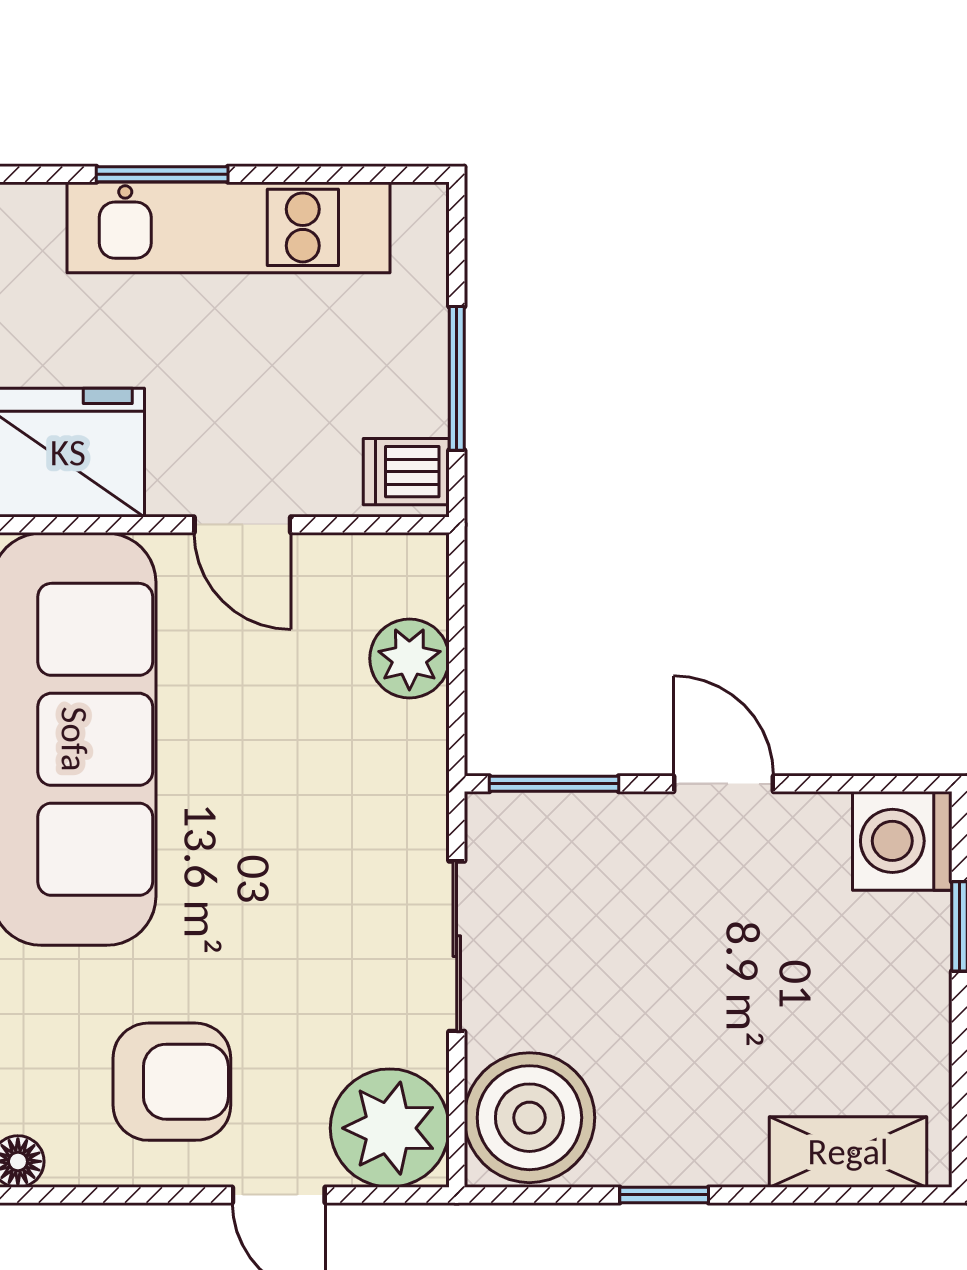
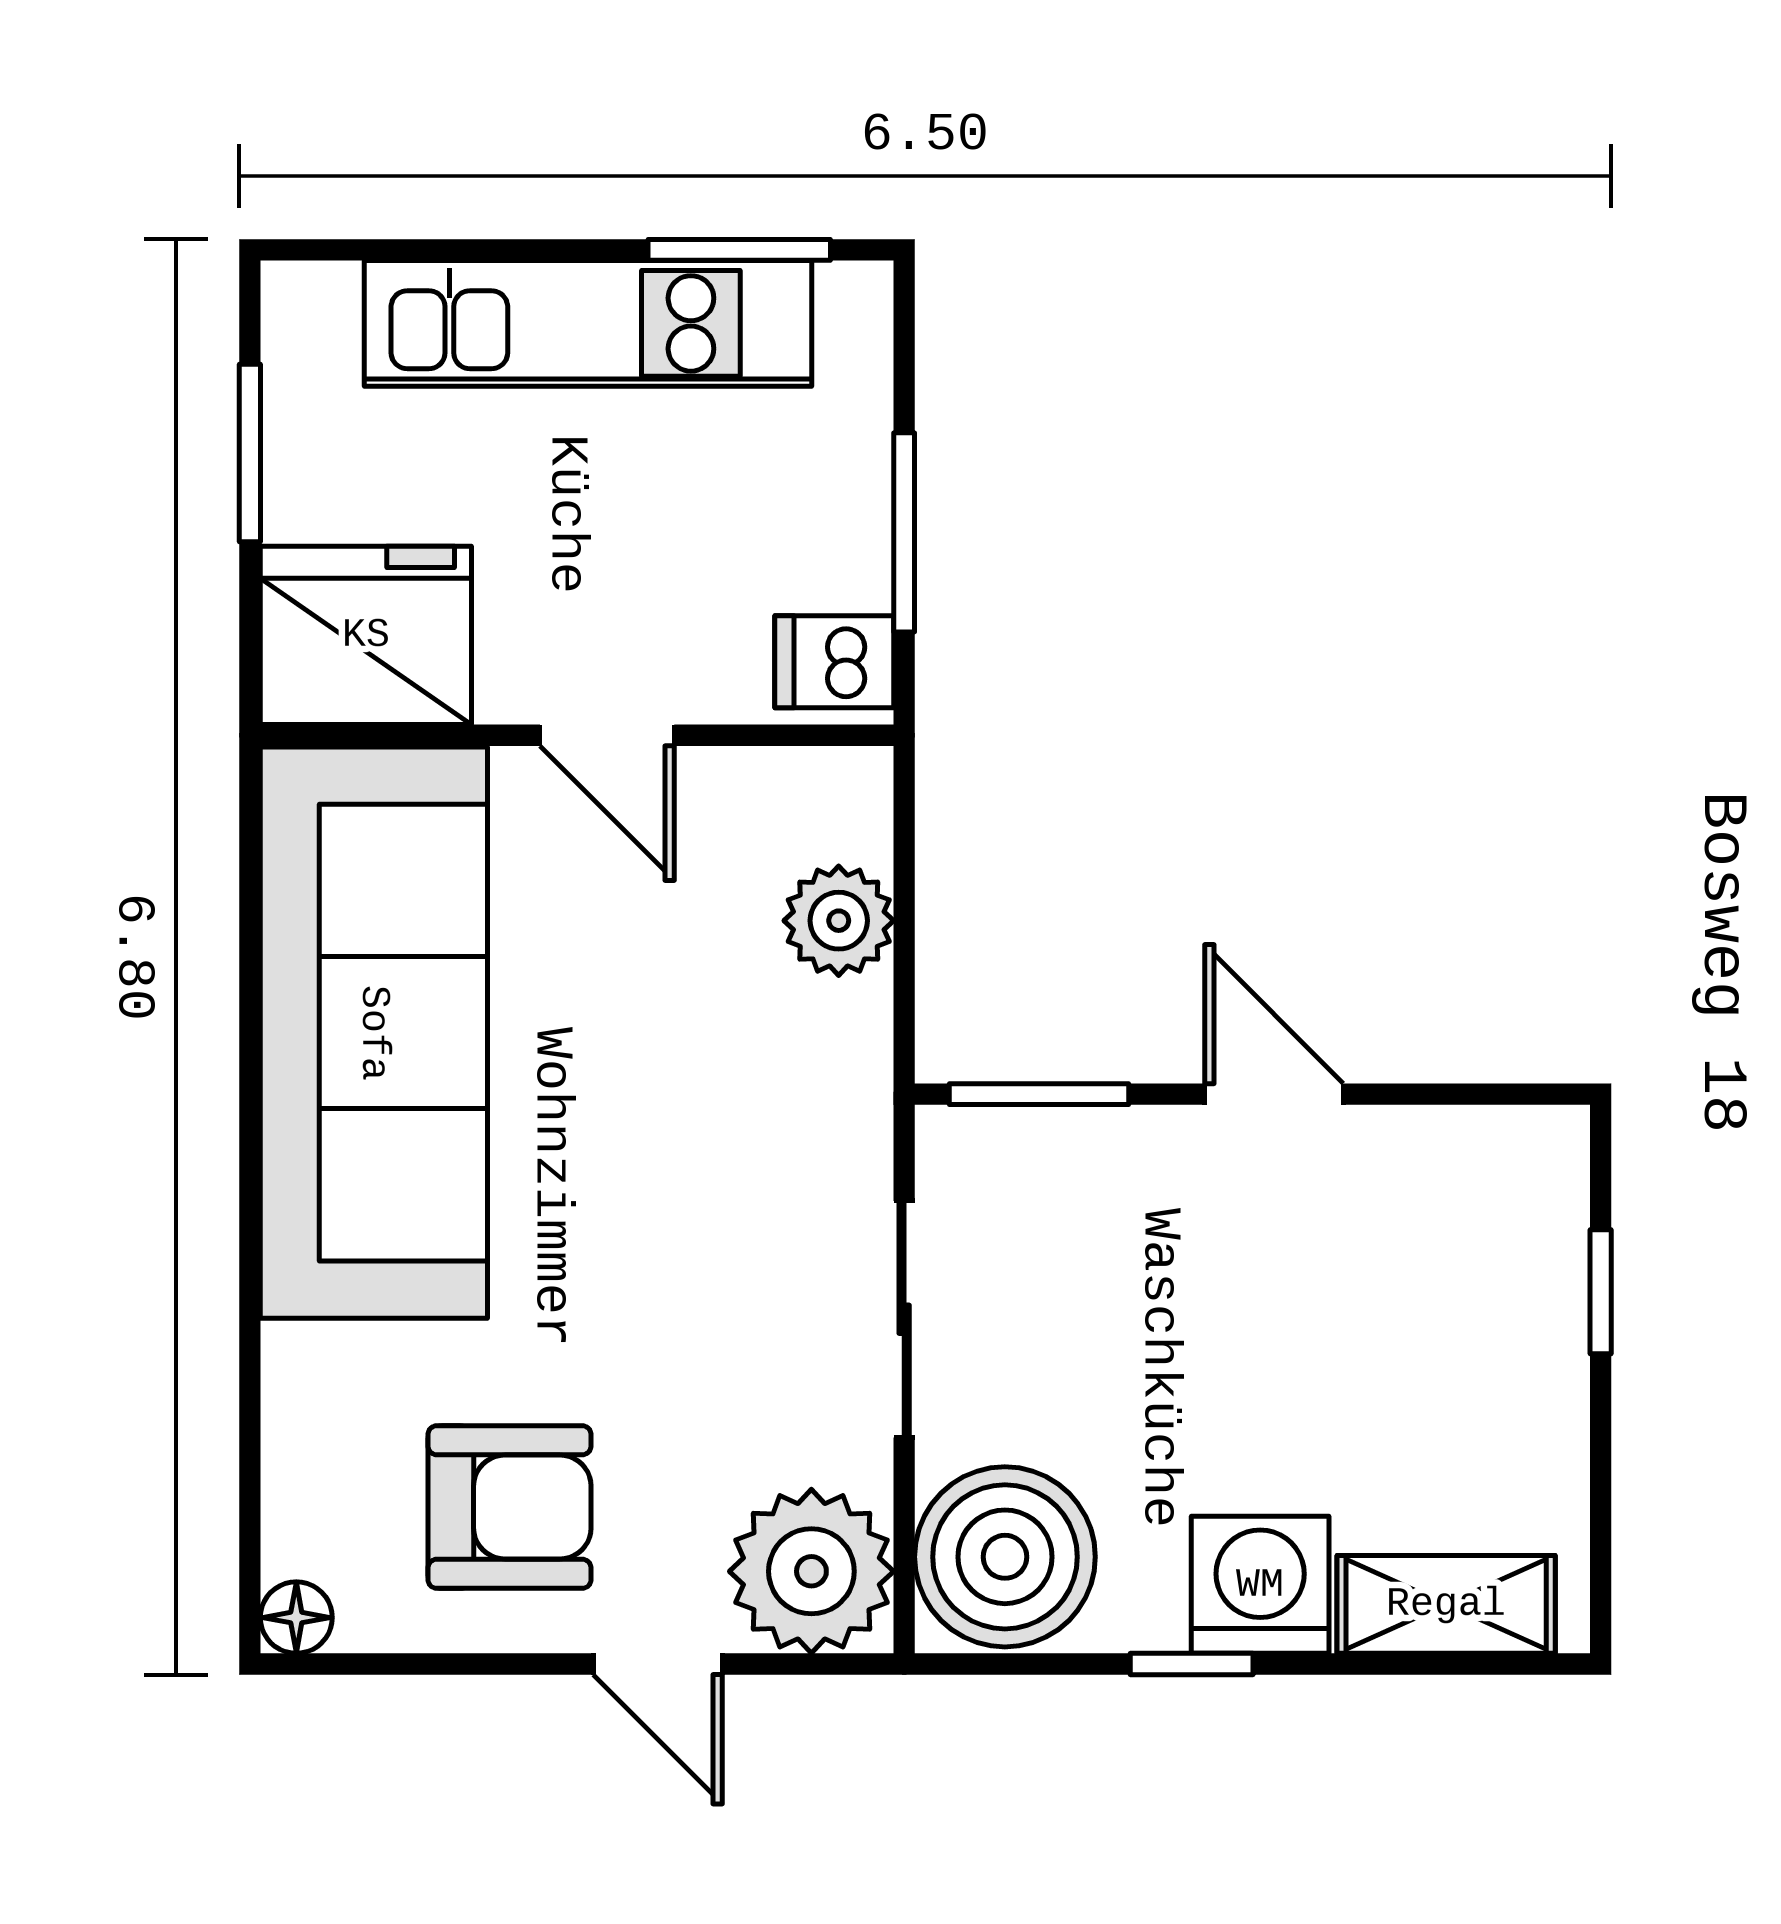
window: (162, 174) -> (739, 250), moved
washing machine: (902, 841) -> (1260, 1585), moved, turned 90

